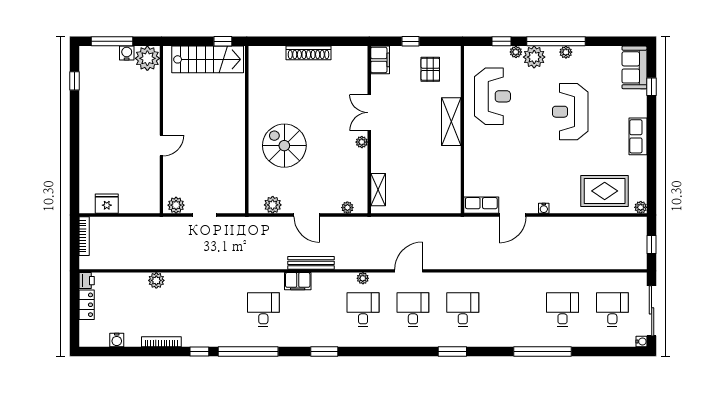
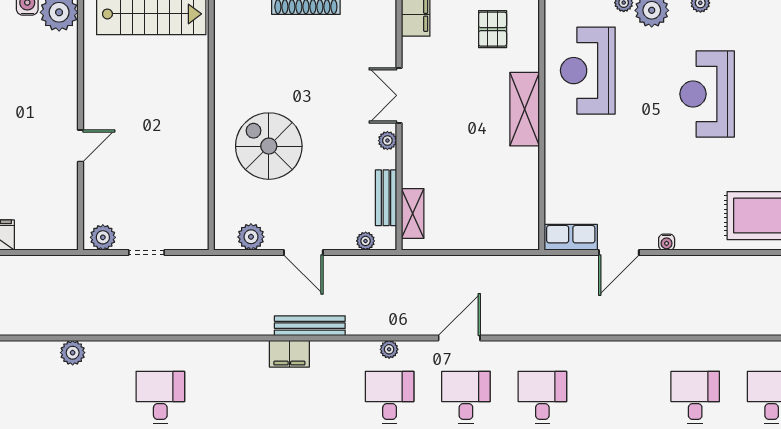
reception desk: (492, 96) -> (588, 71), turned 180
bench: (361, 179) -> (386, 198), added
desk: (263, 310) -> (160, 397), moved

